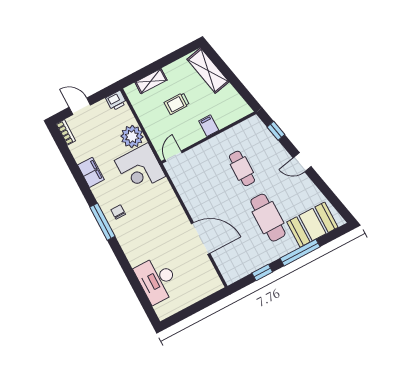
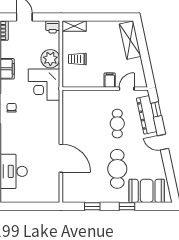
shelving: (151, 81) -> (74, 26), moved
trolley: (177, 104) -> (77, 59), moved
dresser: (269, 142) -> (147, 115), added
door: (173, 156) -> (127, 89), moved
window: (300, 253) -> (127, 206), width x0.46

